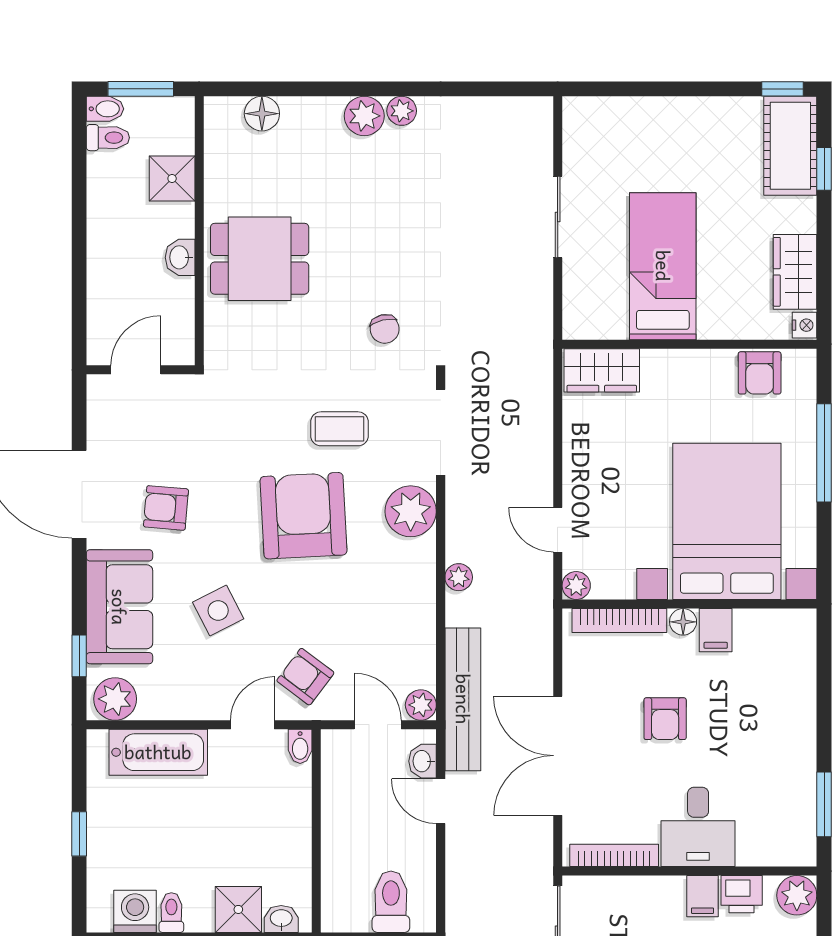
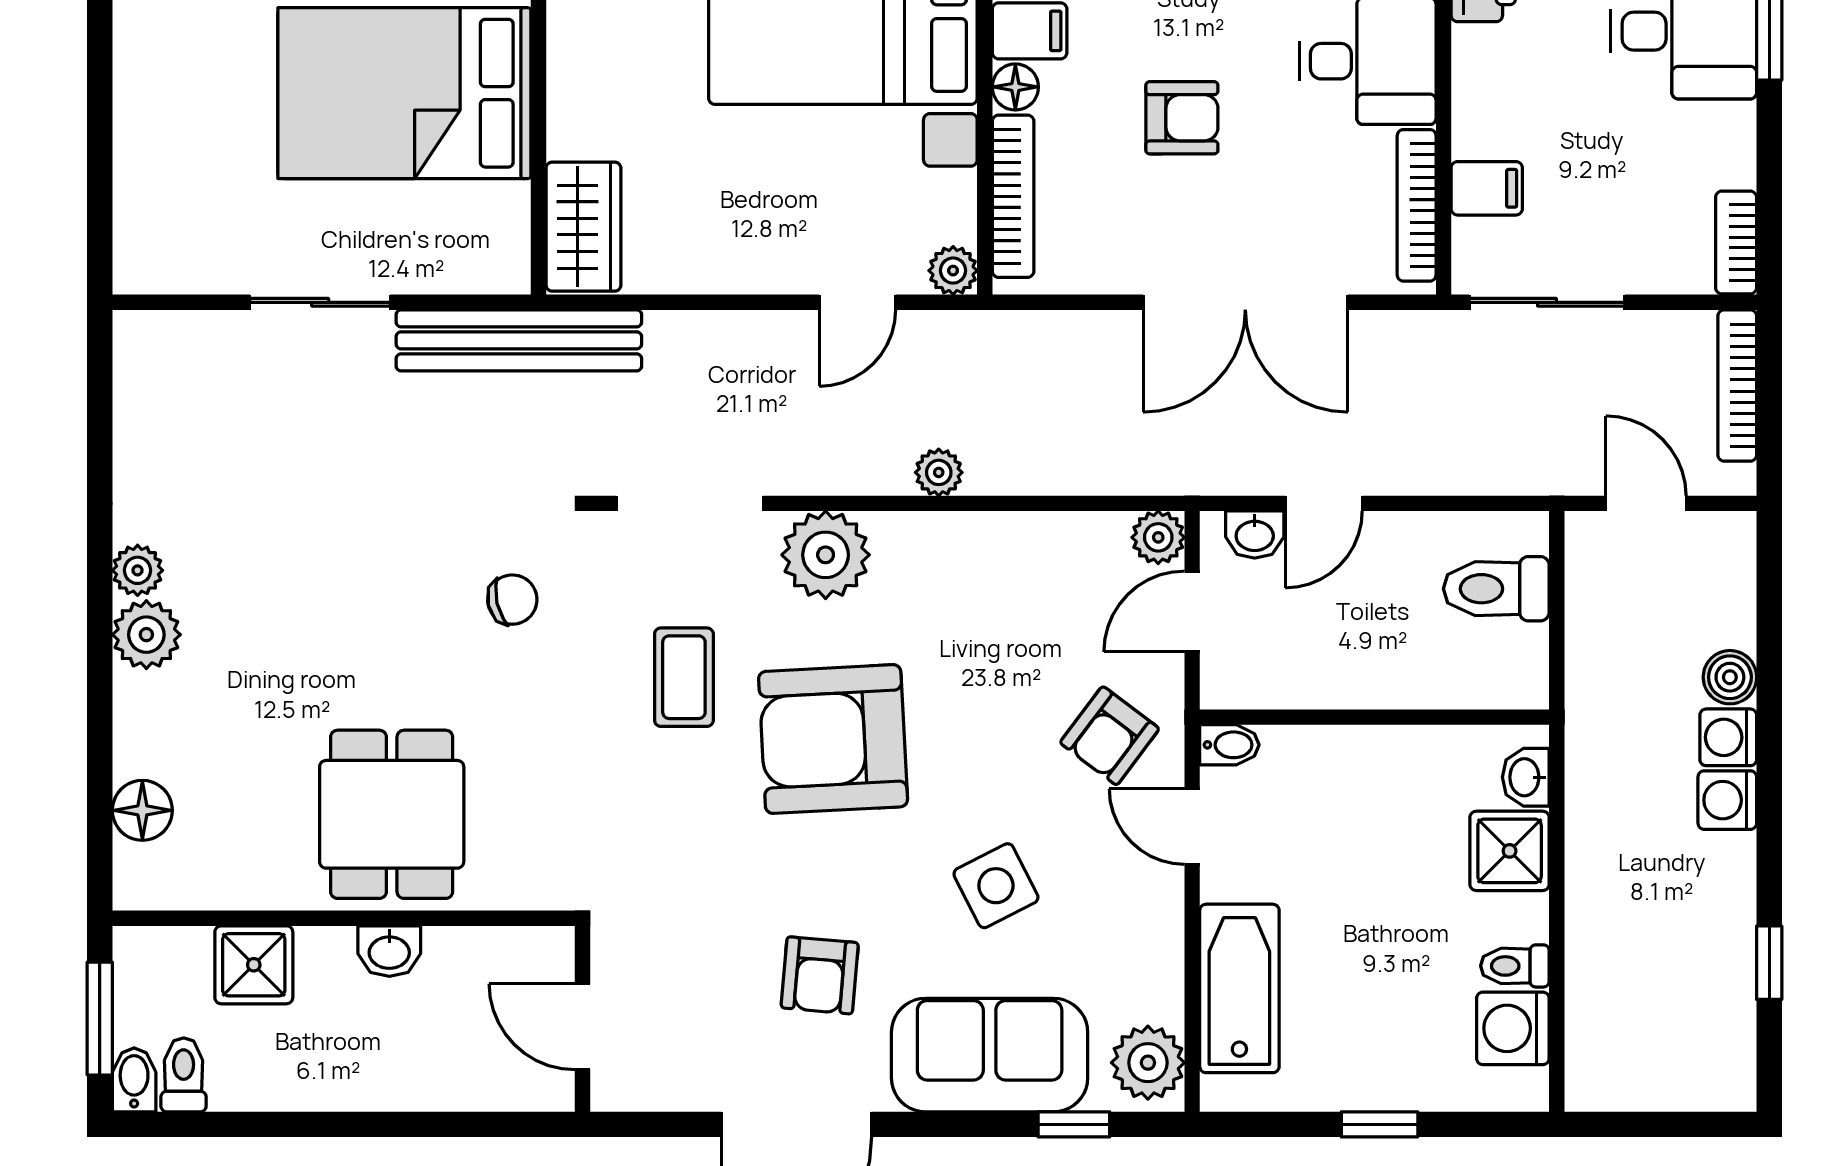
bed: (663, 266) -> (404, 93), width x1.50
bench: (463, 699) -> (519, 340), moved
filing cabinet: (703, 896) -> (1487, 188), moved

